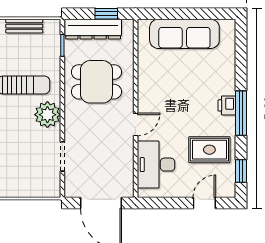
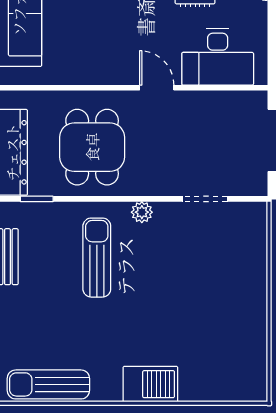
plant: (47, 115) -> (142, 212), width x0.53, depth x0.53

